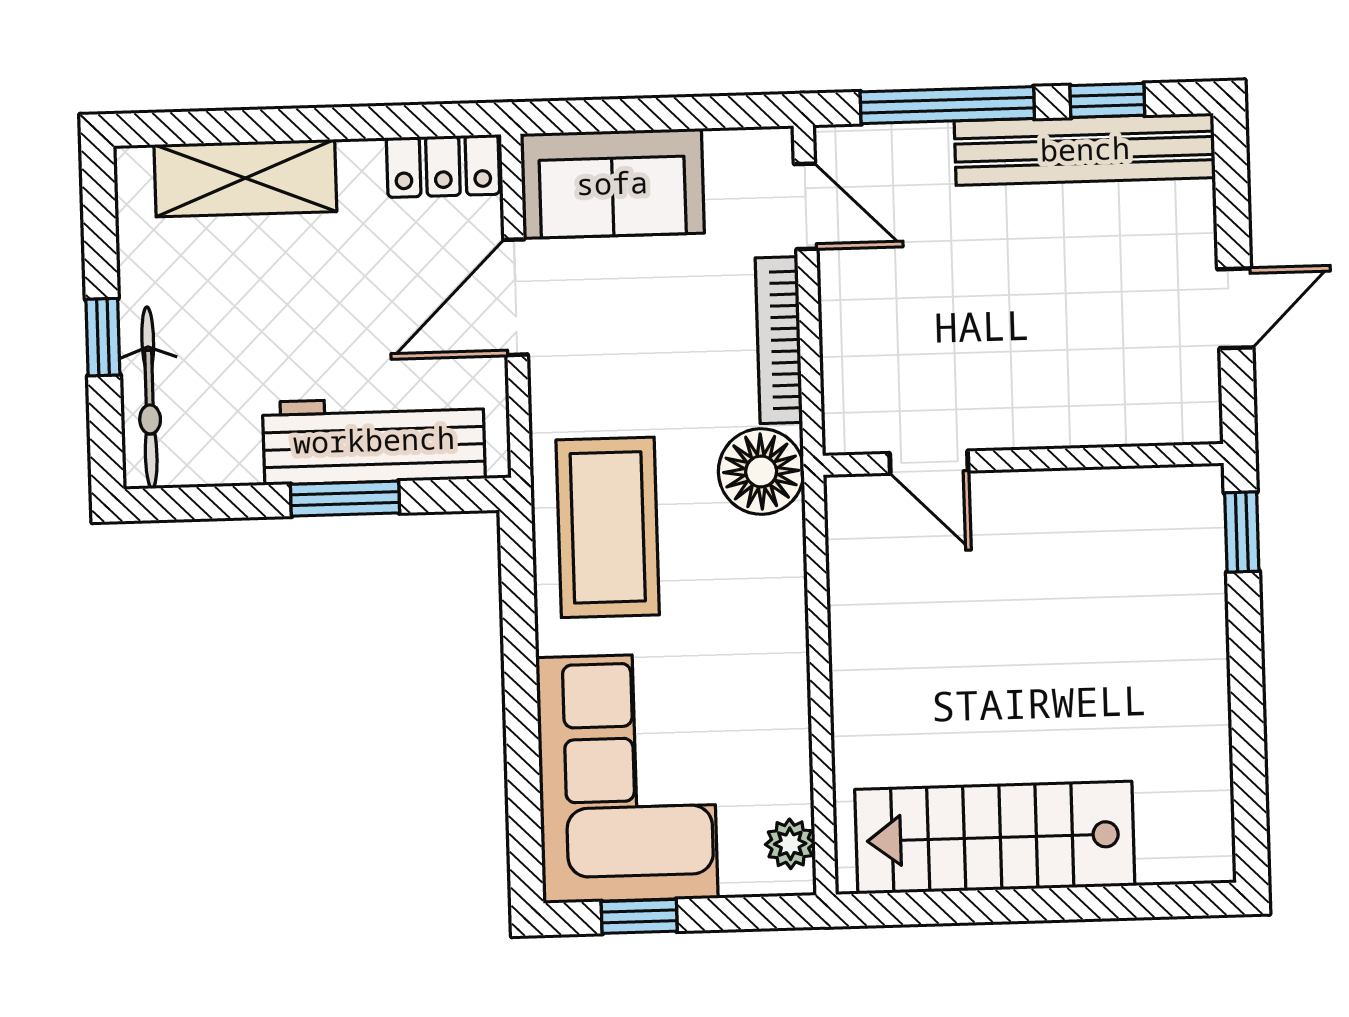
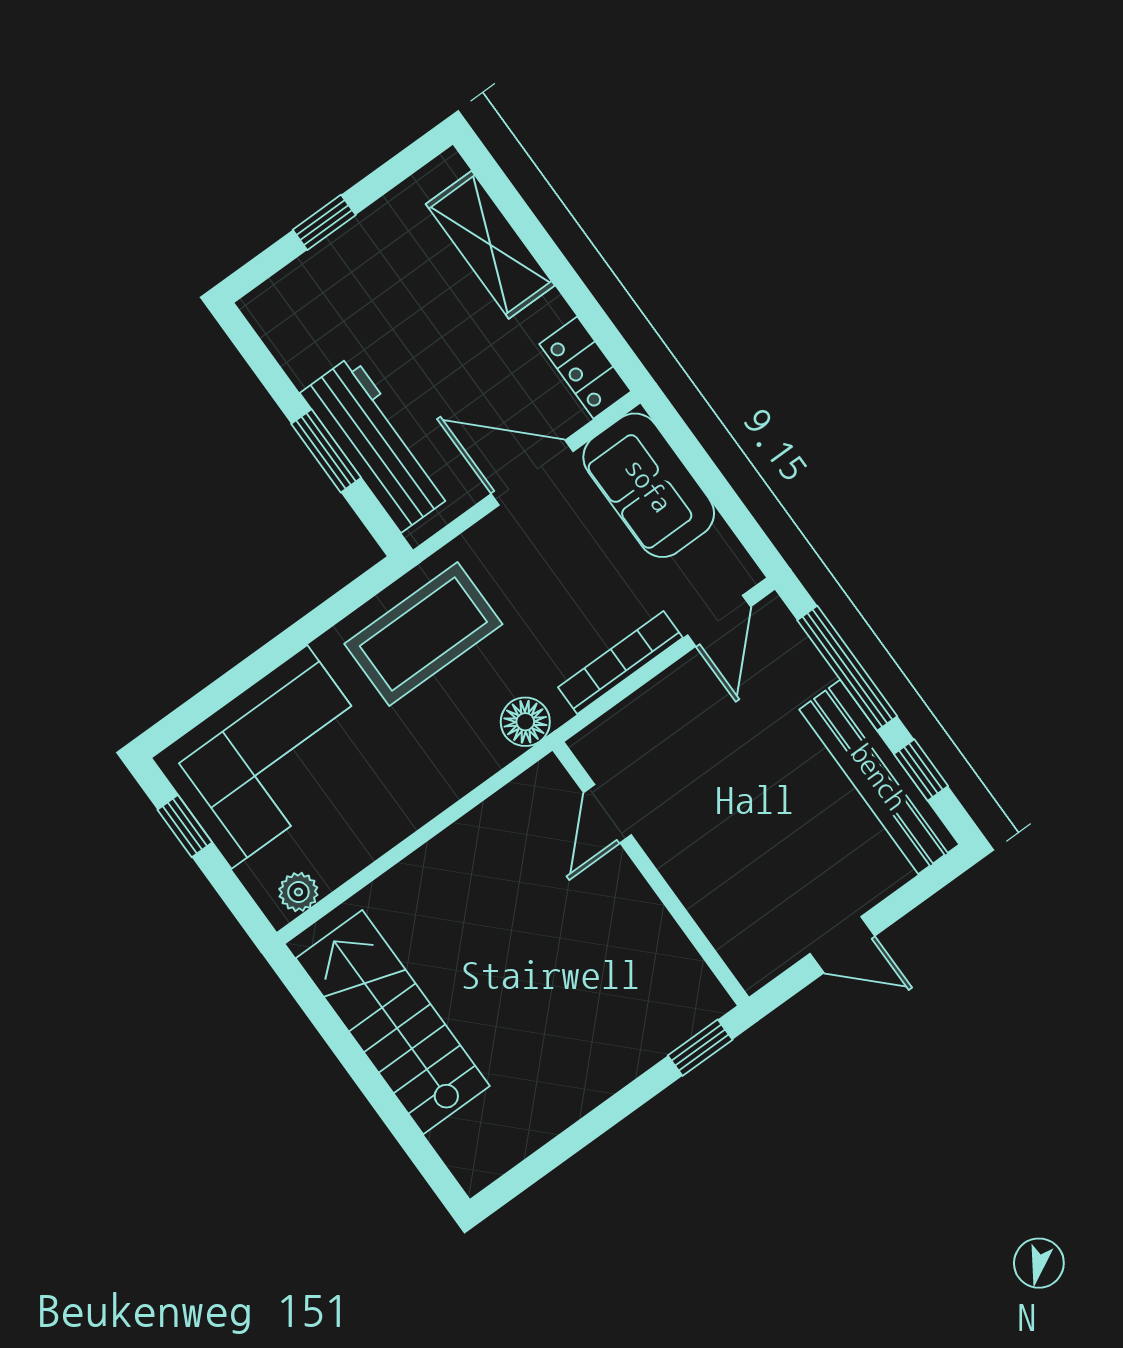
bicycle: (149, 398) -> (305, 279), removed
floor lamp: (761, 471) -> (525, 722), width x0.73, depth x0.73

